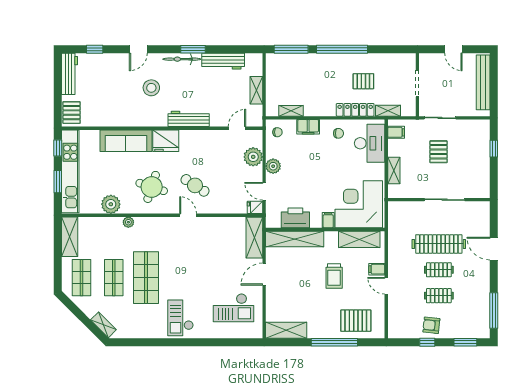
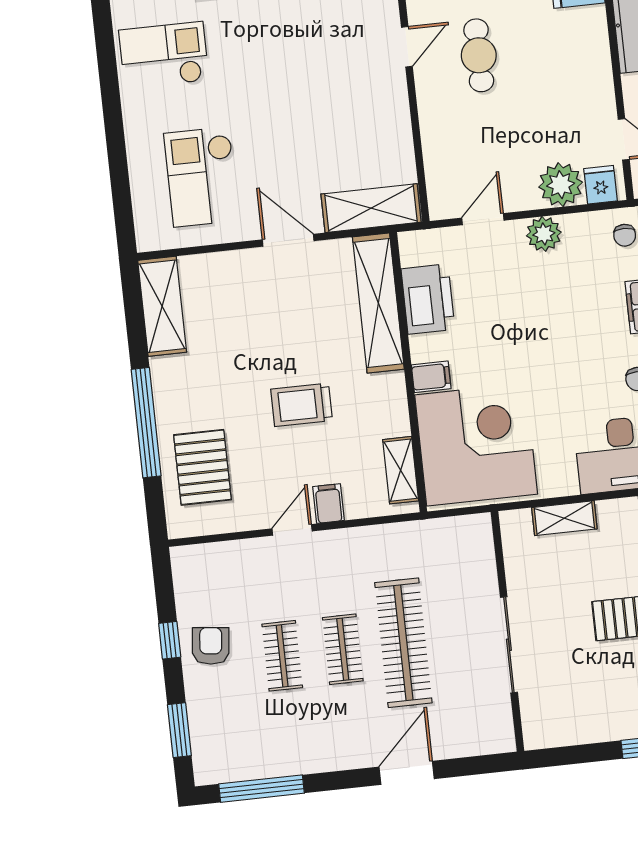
cafe table: (195, 185) -> (479, 55), turned -33
fridge: (255, 207) -> (600, 185), moved
shelving: (359, 239) -> (401, 470), width x0.67, depth x0.75

